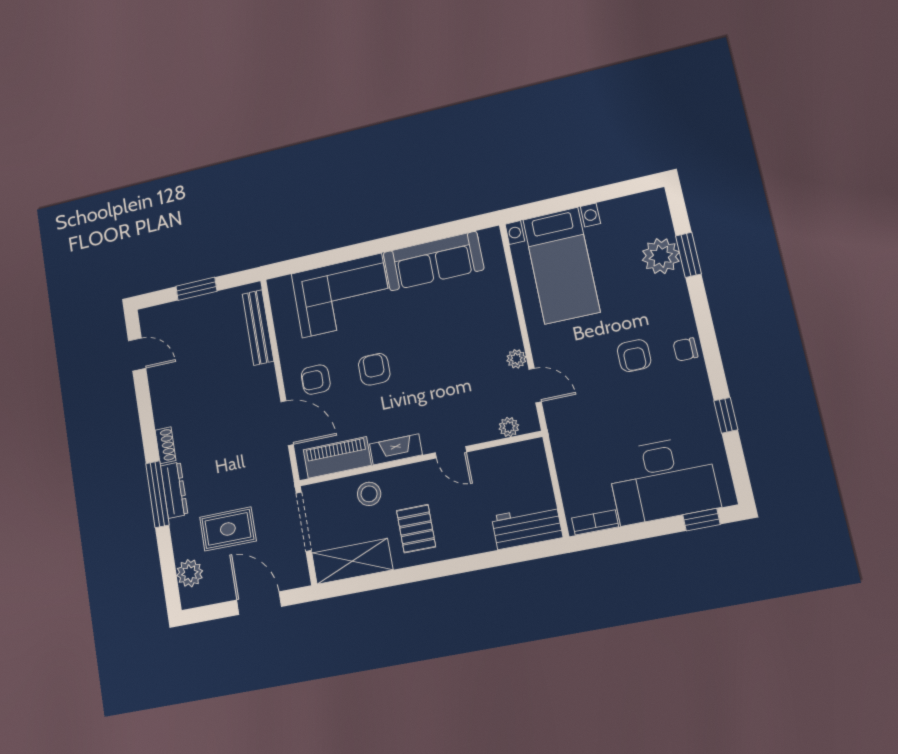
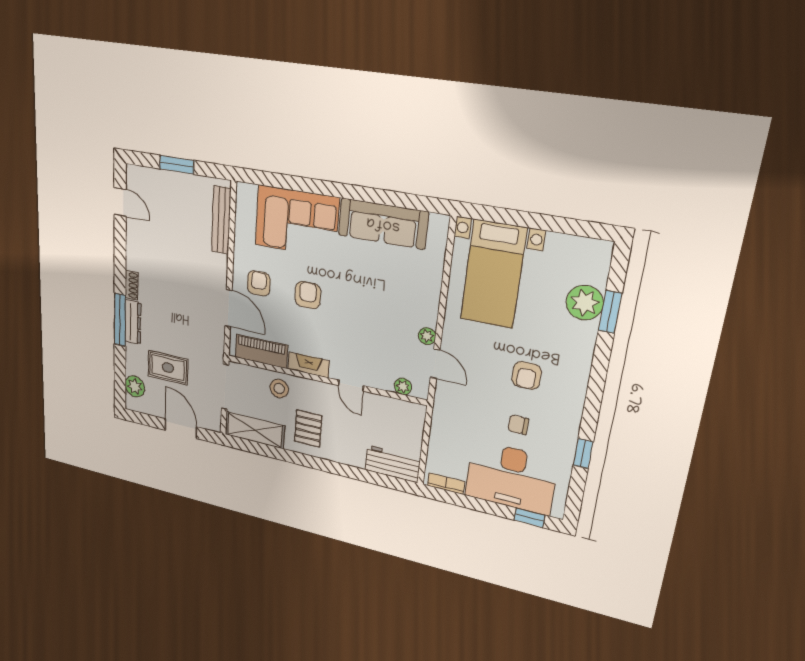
chair: (685, 349) -> (518, 425), moved
armchair: (316, 380) -> (259, 283), turned 90

